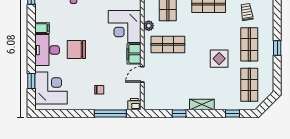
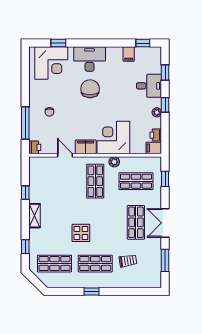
filing cabinet: (42, 28) -> (129, 54), moved

